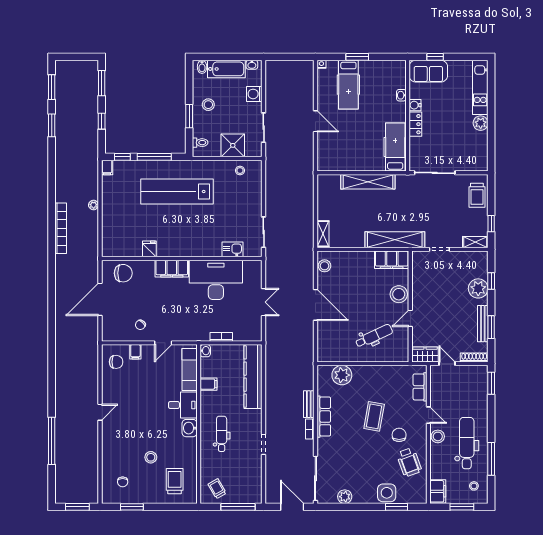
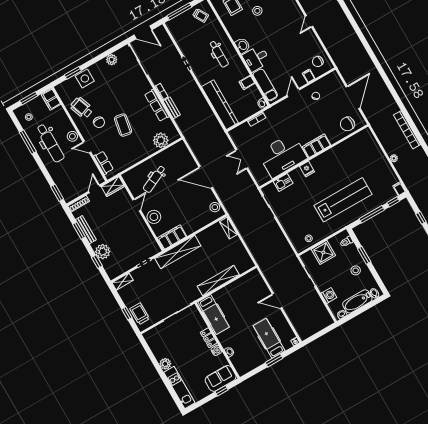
window: (491, 224) -> (127, 313), moved
fridge: (149, 249) -> (307, 169), moved
door: (447, 364) -> (94, 189), swing flipped

